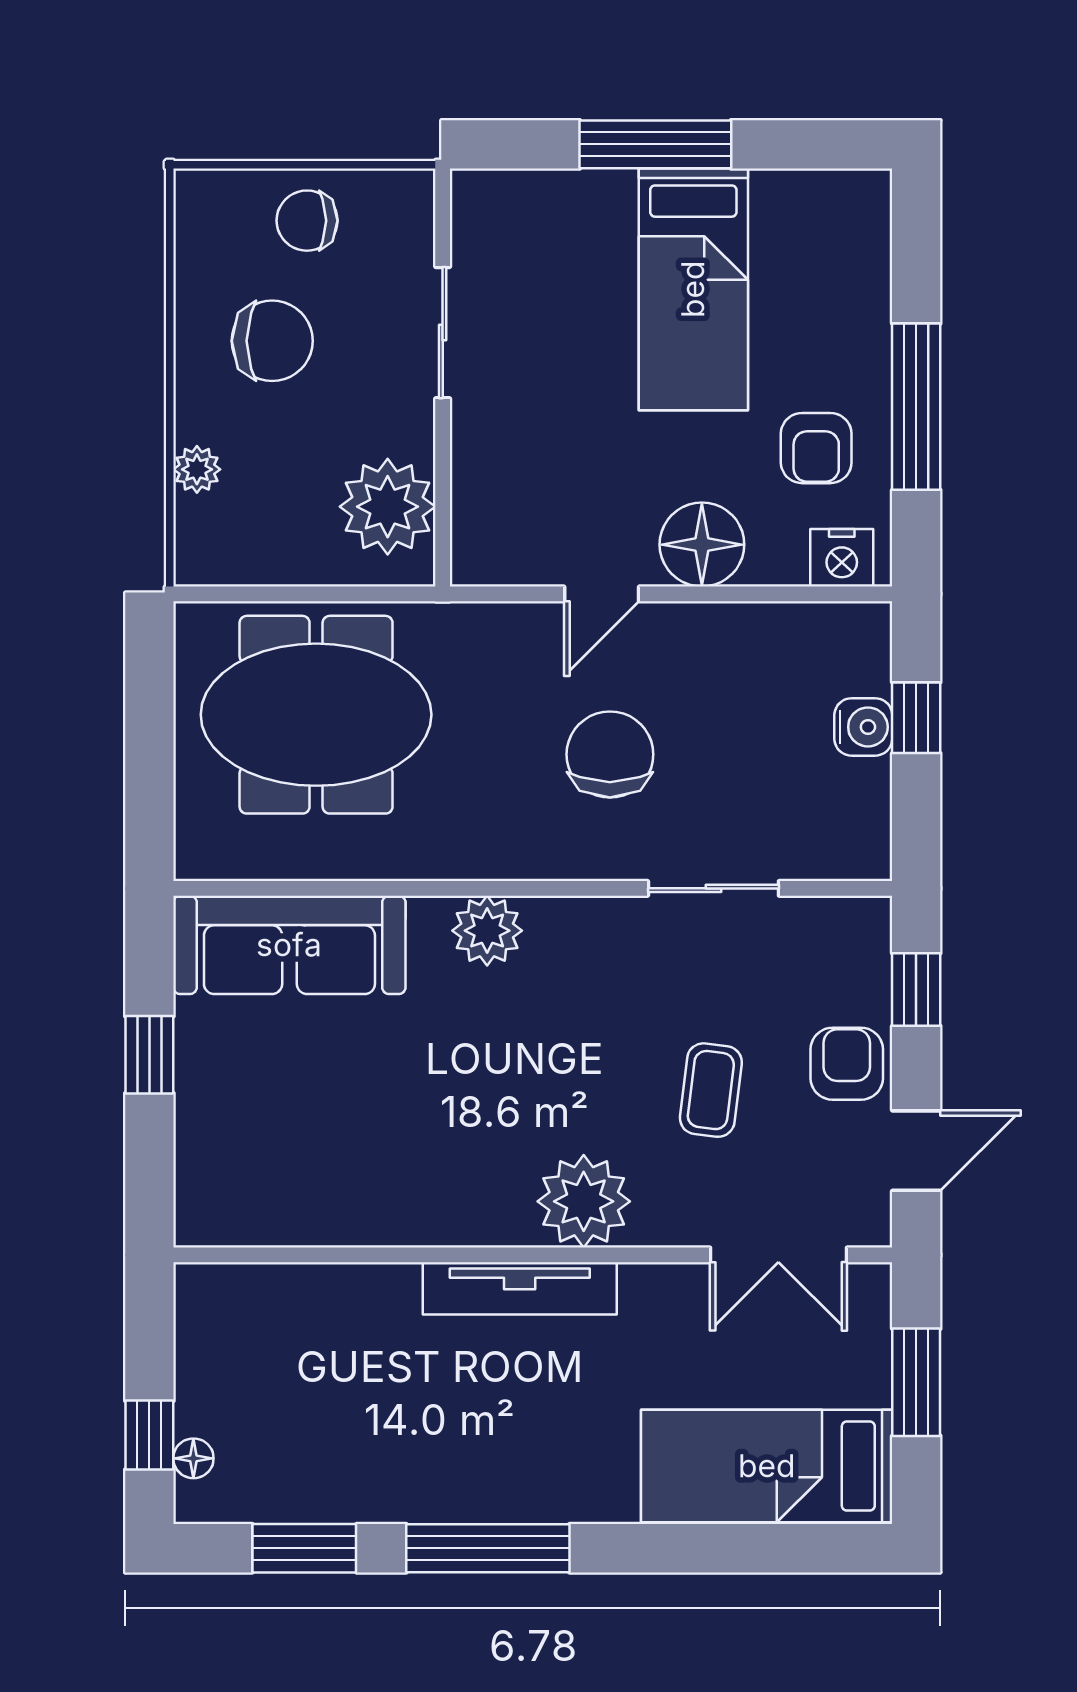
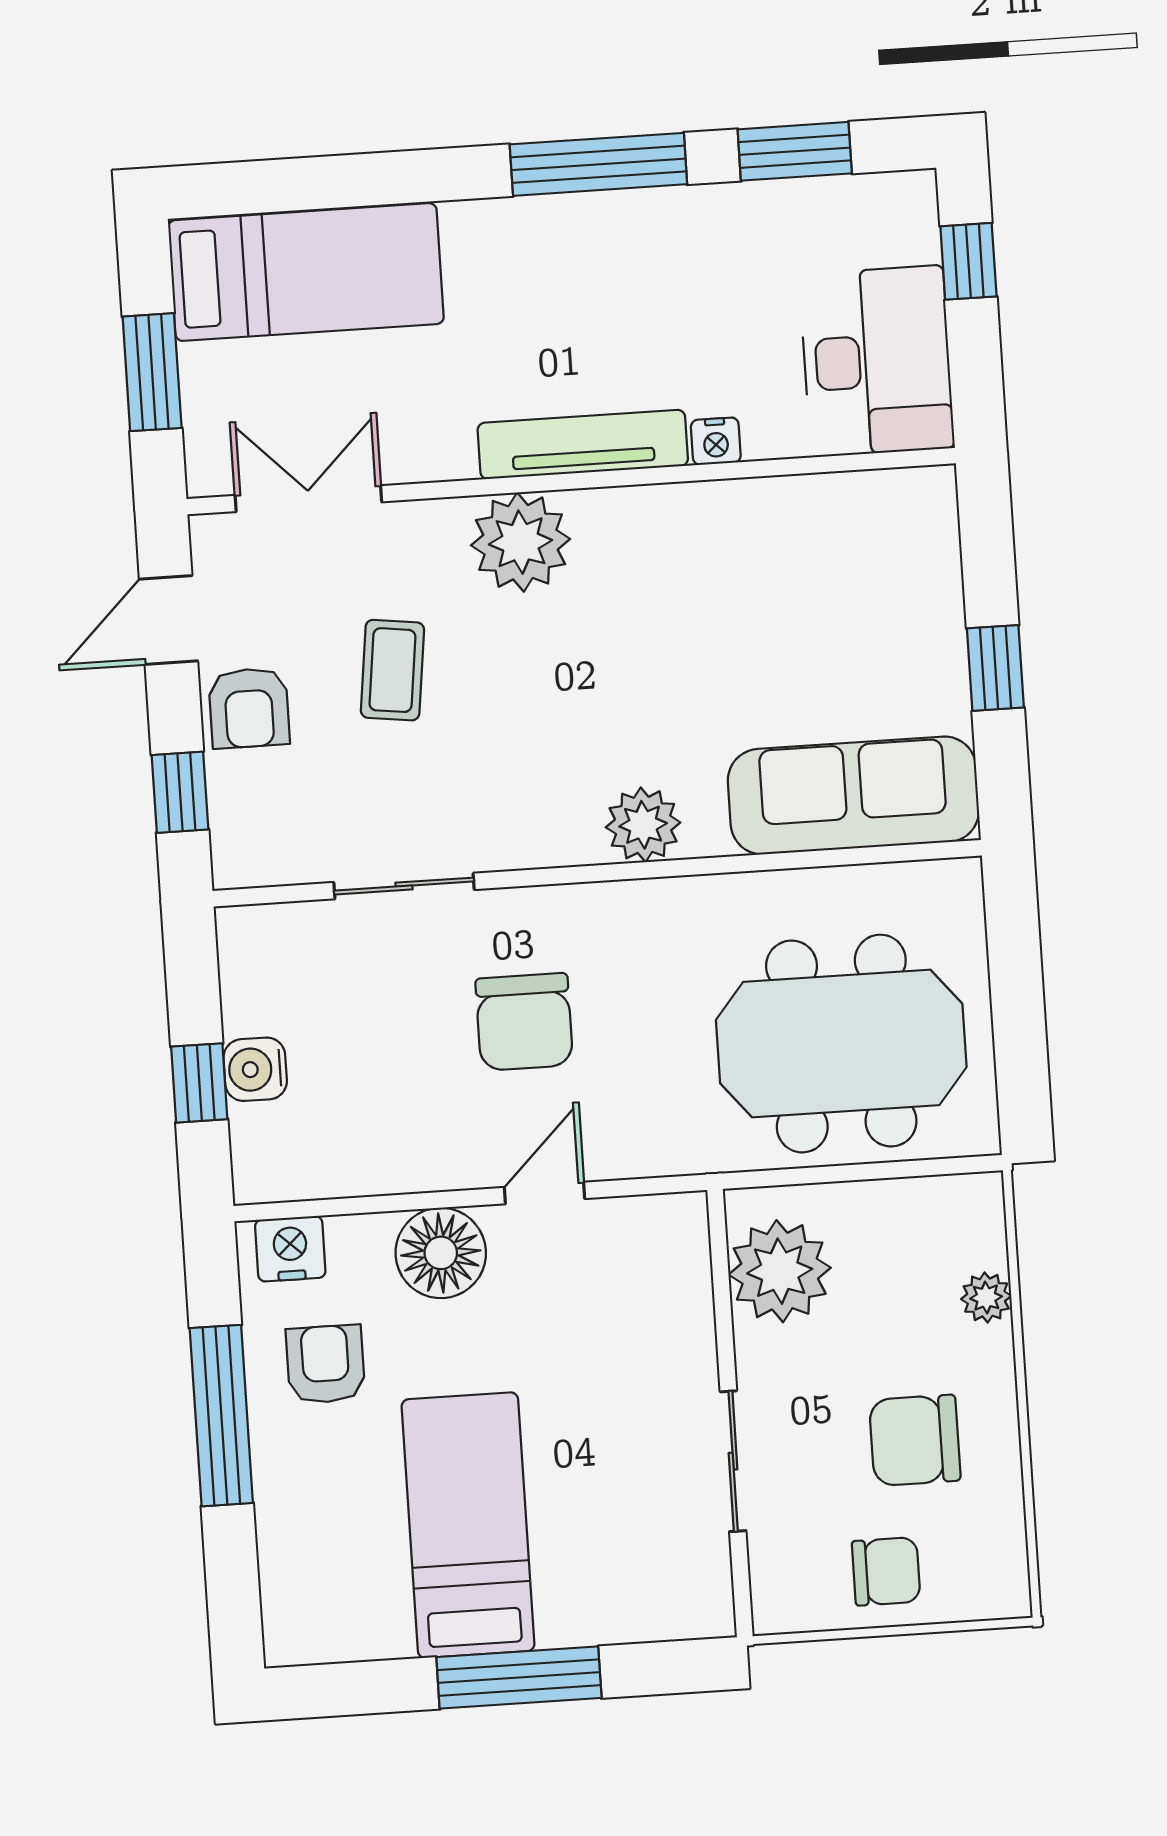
nightstand: (396, 1283) -> (716, 441), added
desk: (241, 1348) -> (877, 361), added
floor lamp: (193, 1458) -> (920, 240), removed

